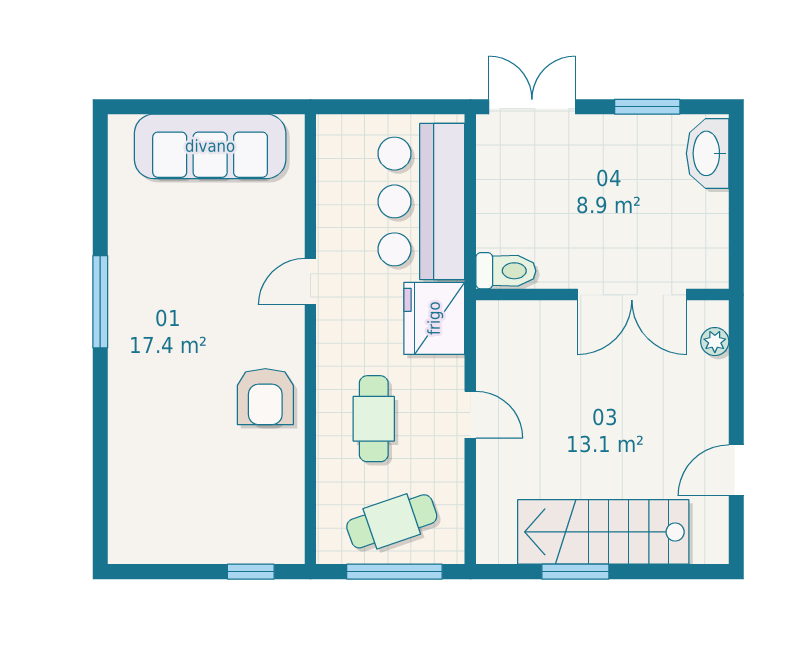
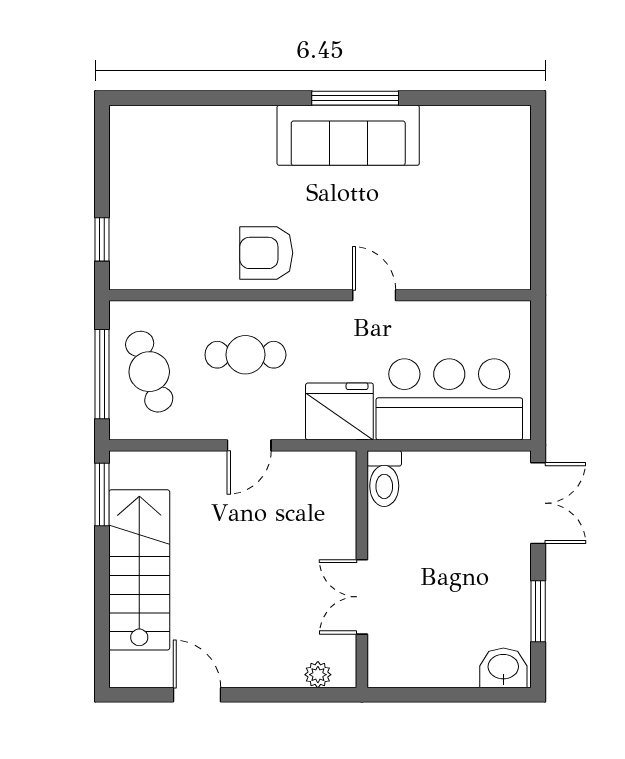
sofa: (210, 146) -> (348, 135), moved, turned -90
washbasin: (708, 153) -> (503, 668), width x0.72
double door: (632, 295) -> (362, 597), width x0.73
window: (575, 572) -> (102, 494), moved

